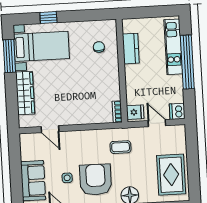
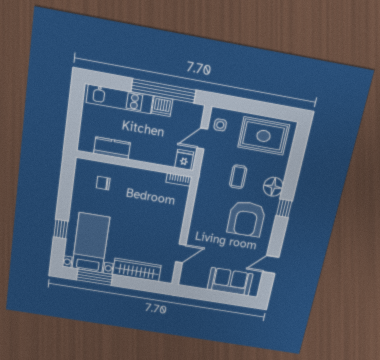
window: (187, 62) -> (164, 91), moved
dishwasher: (177, 111) -> (162, 106), moved
coffee table: (121, 147) -> (238, 177), moved
side table: (67, 178) -> (220, 125), moved
armchair: (96, 180) -> (246, 219), turned -90

